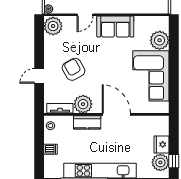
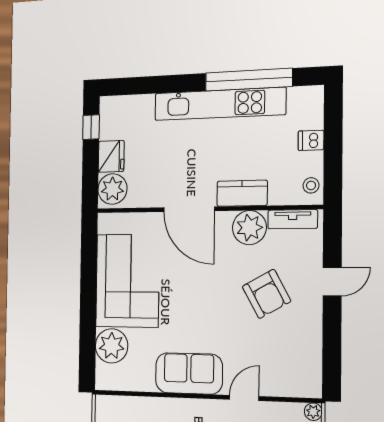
plant: (53, 26) -> (305, 378), removed
plant: (160, 162) -> (112, 189), moved

